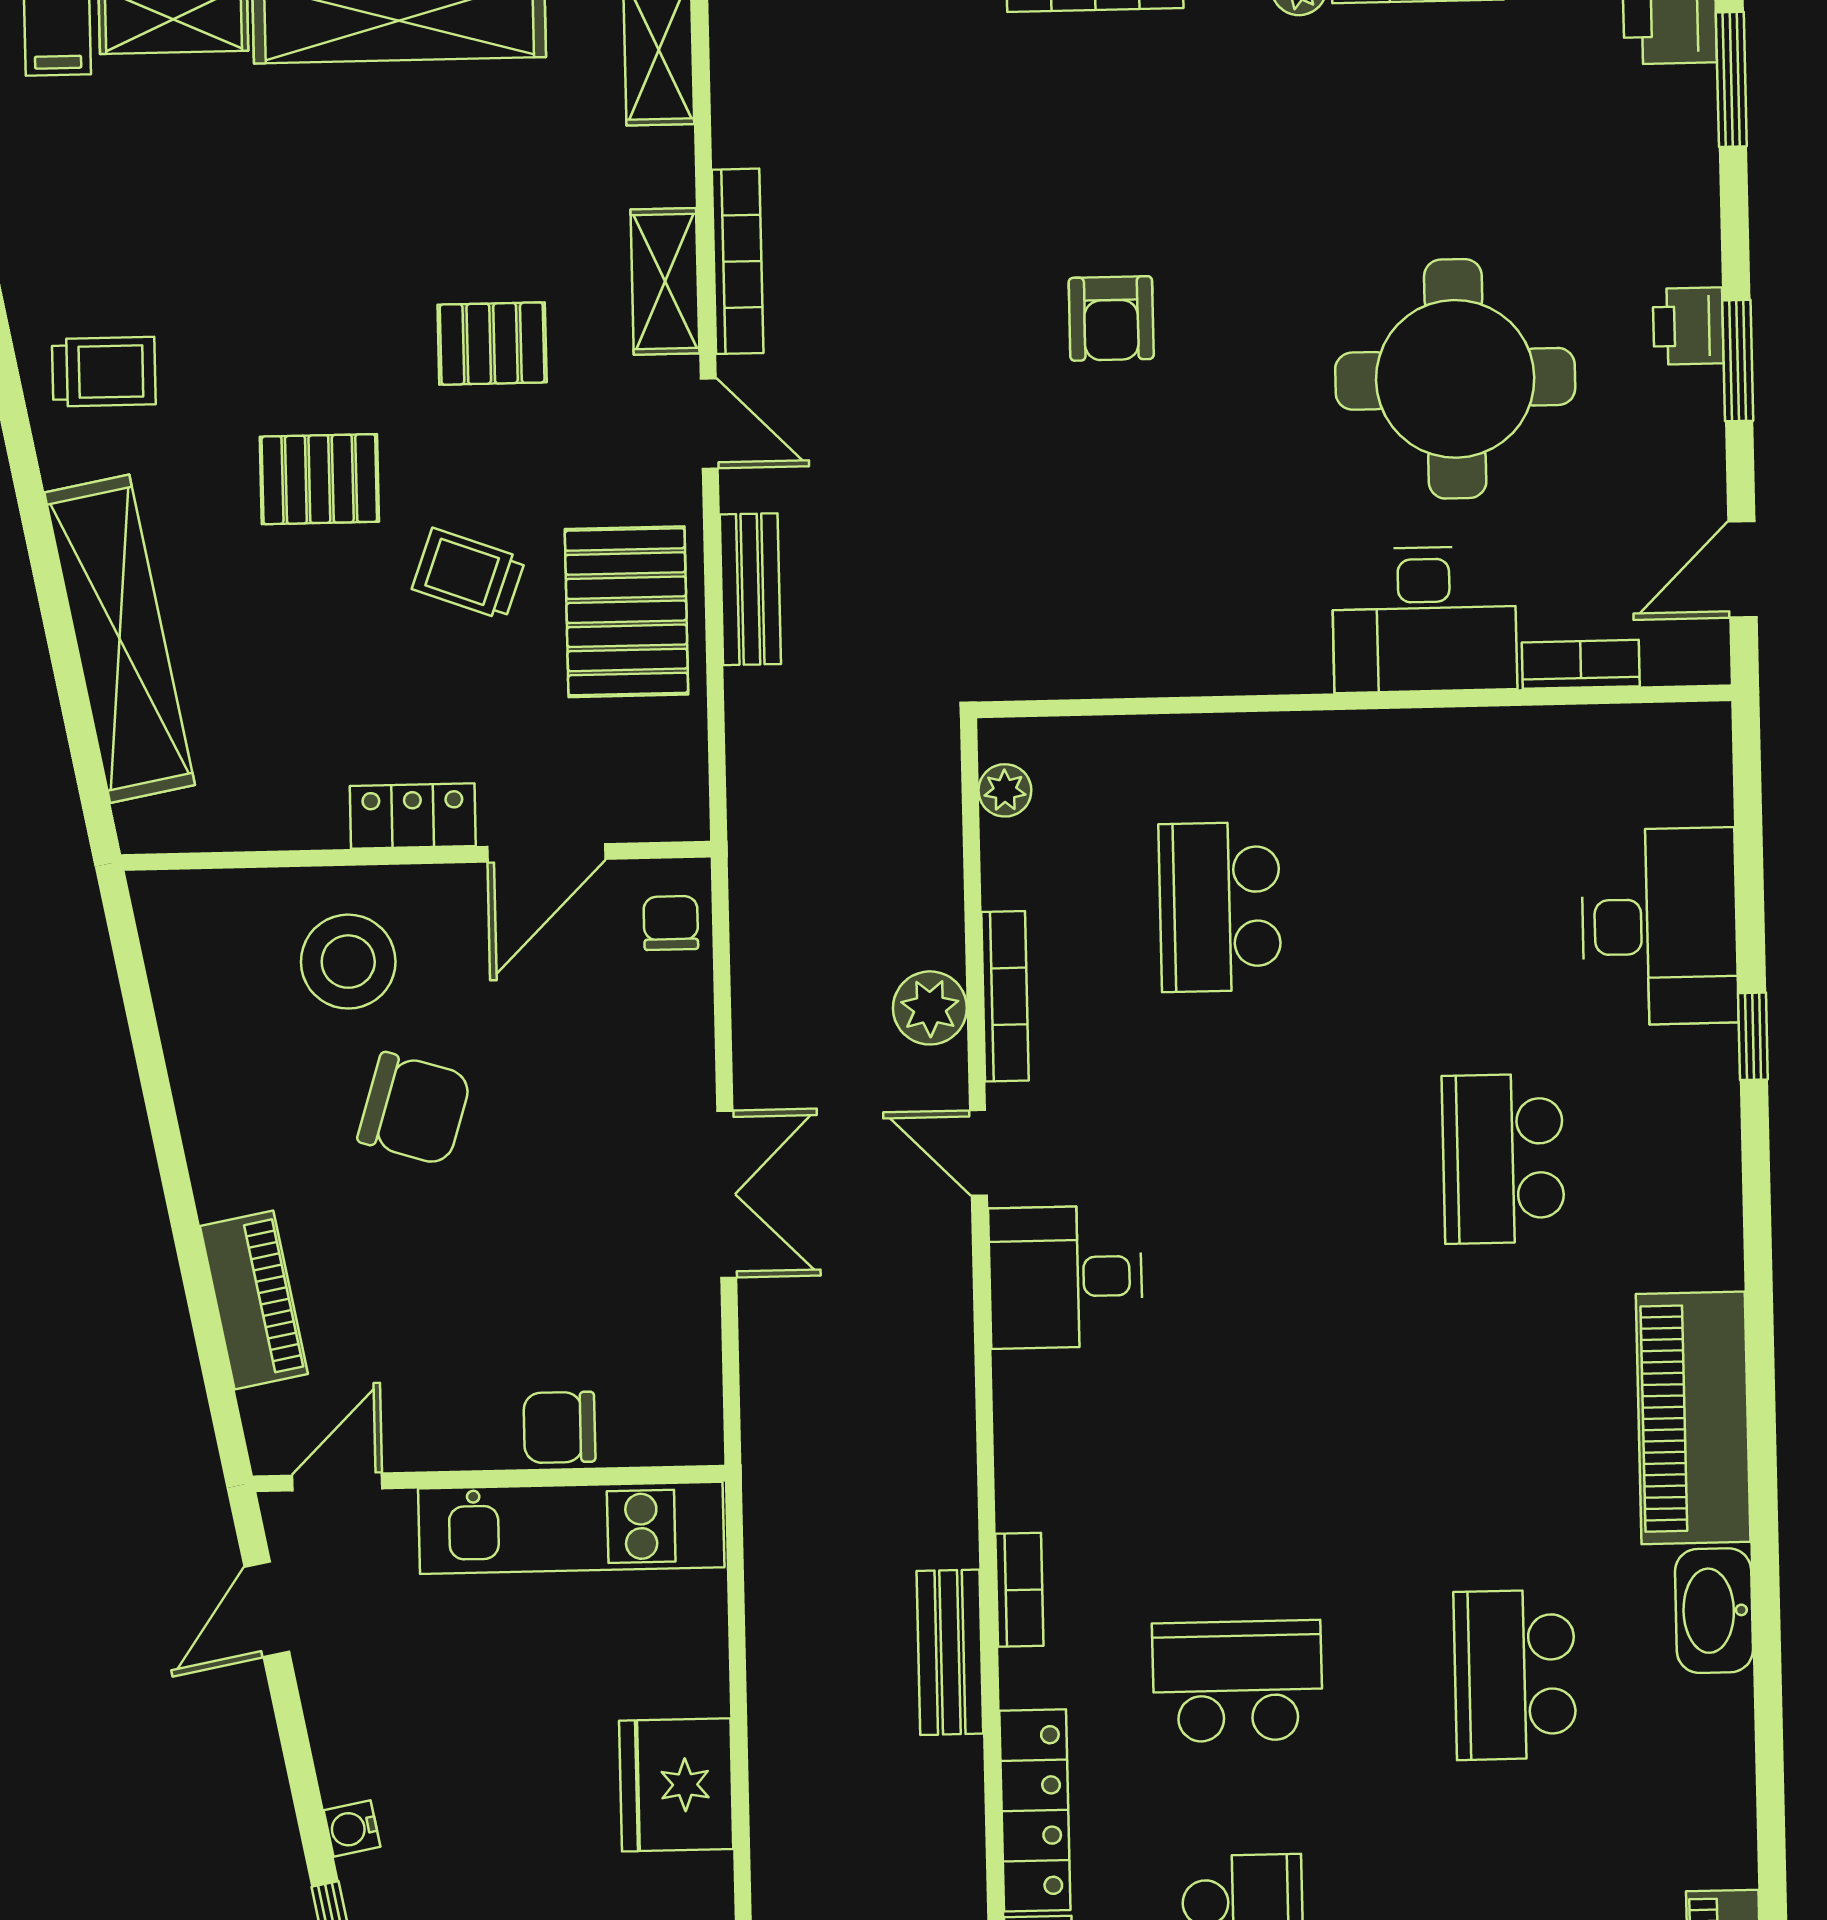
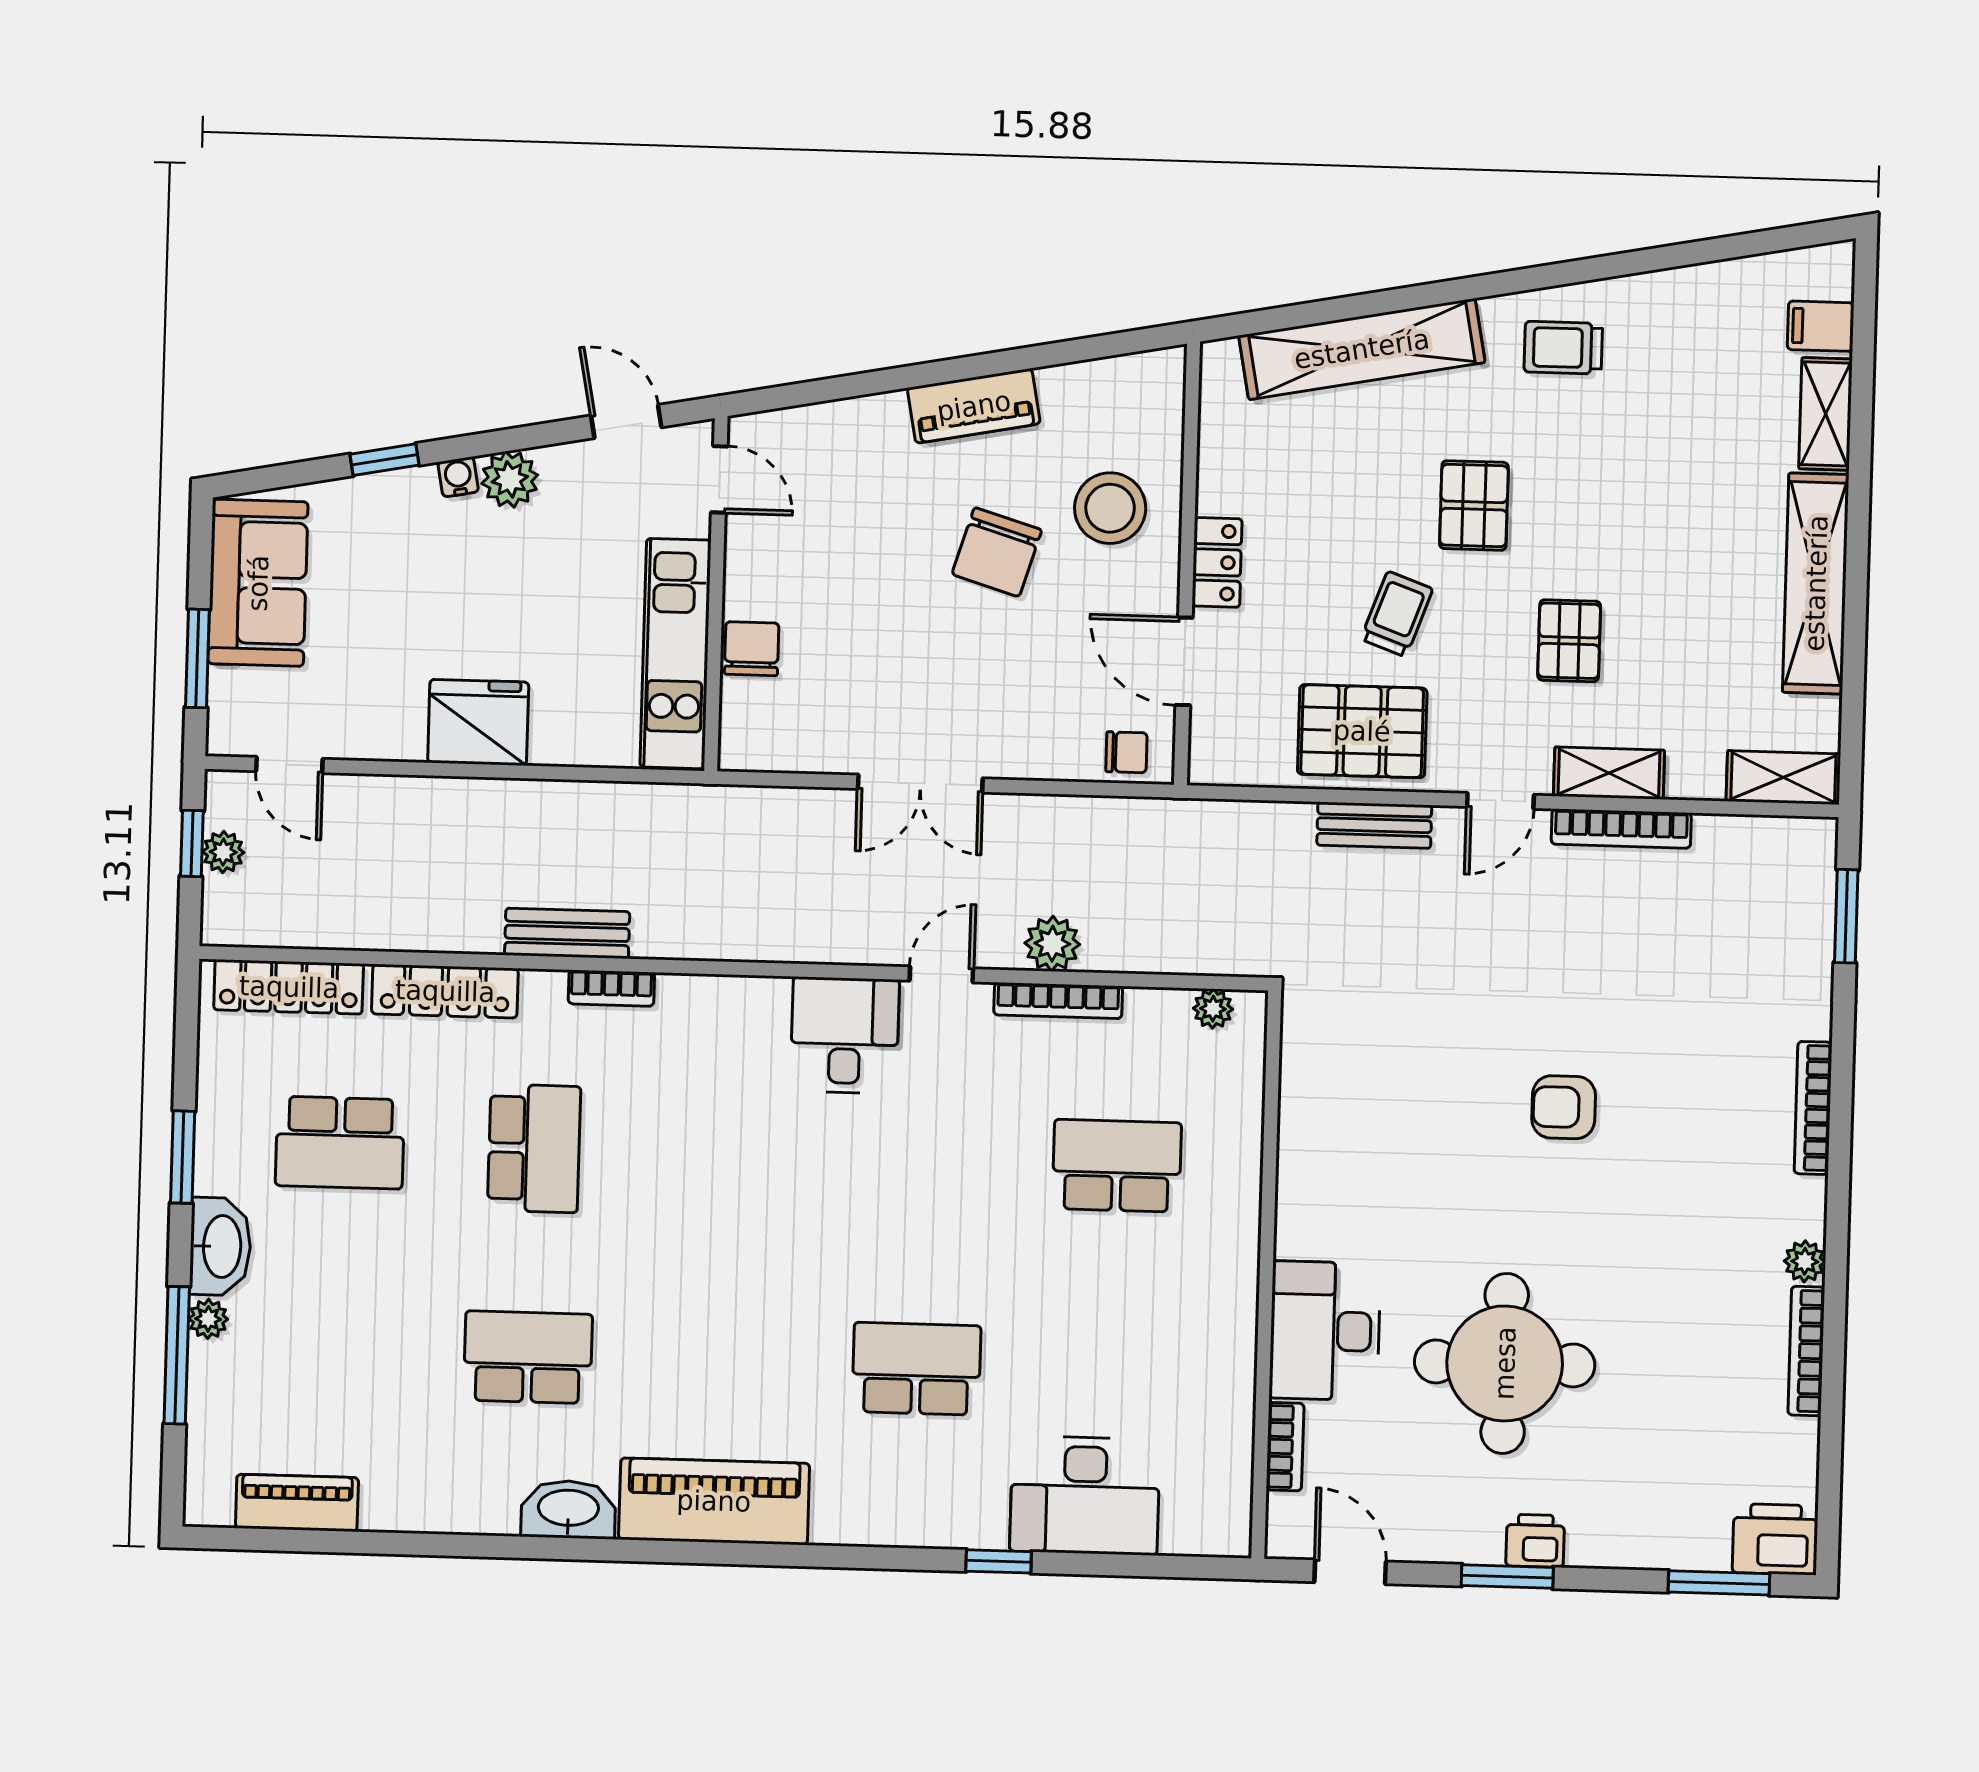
trolley: (104, 372) -> (1563, 348), turned 90
piano: (254, 1300) -> (974, 406), moved
plant: (352, 1760) -> (510, 479), added

